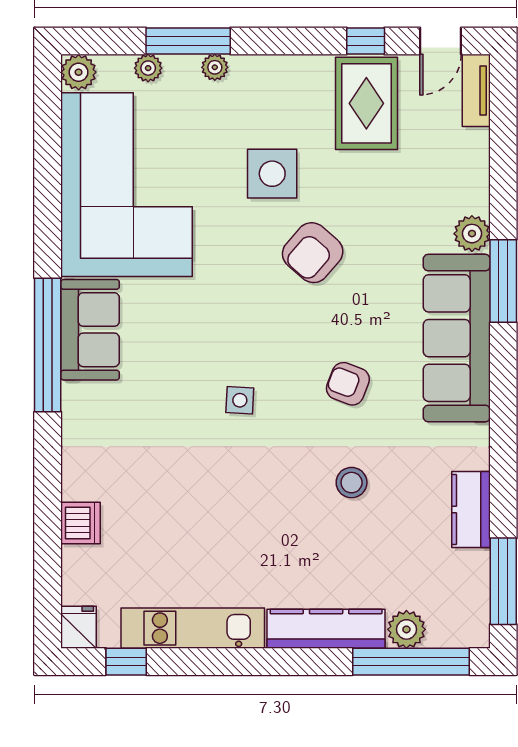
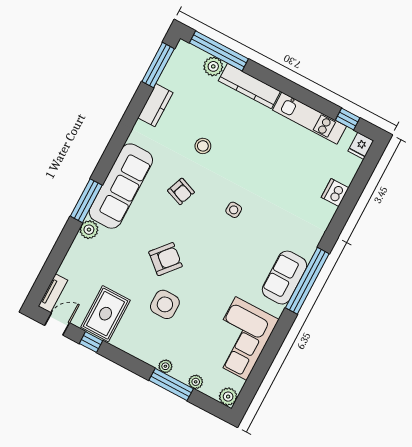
corner sofa: (126, 185) -> (241, 338), width x0.73, depth x0.74

